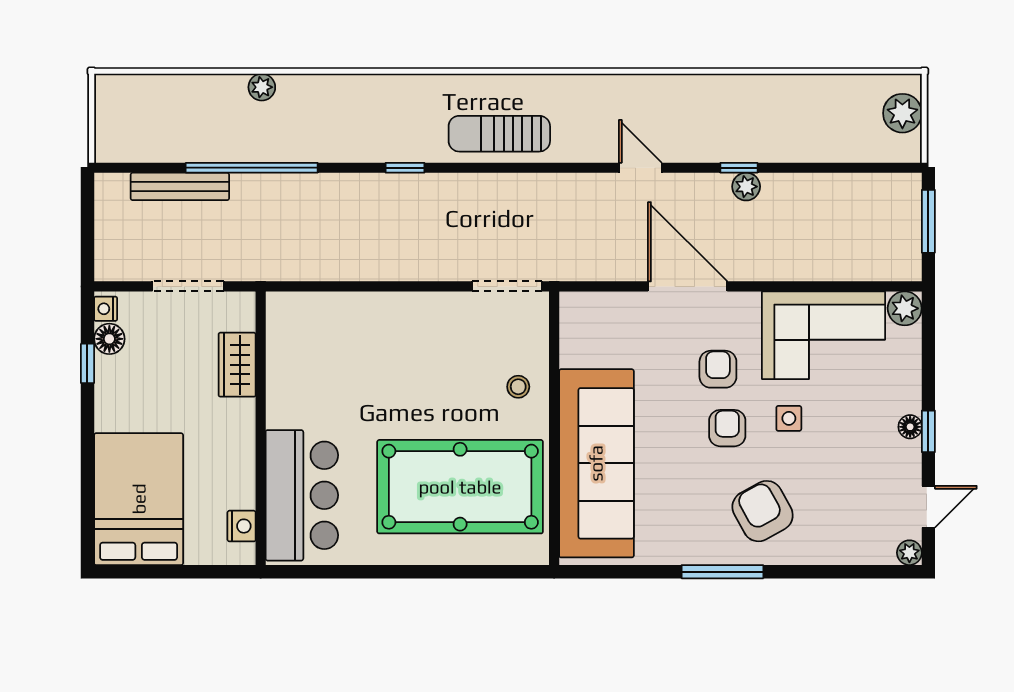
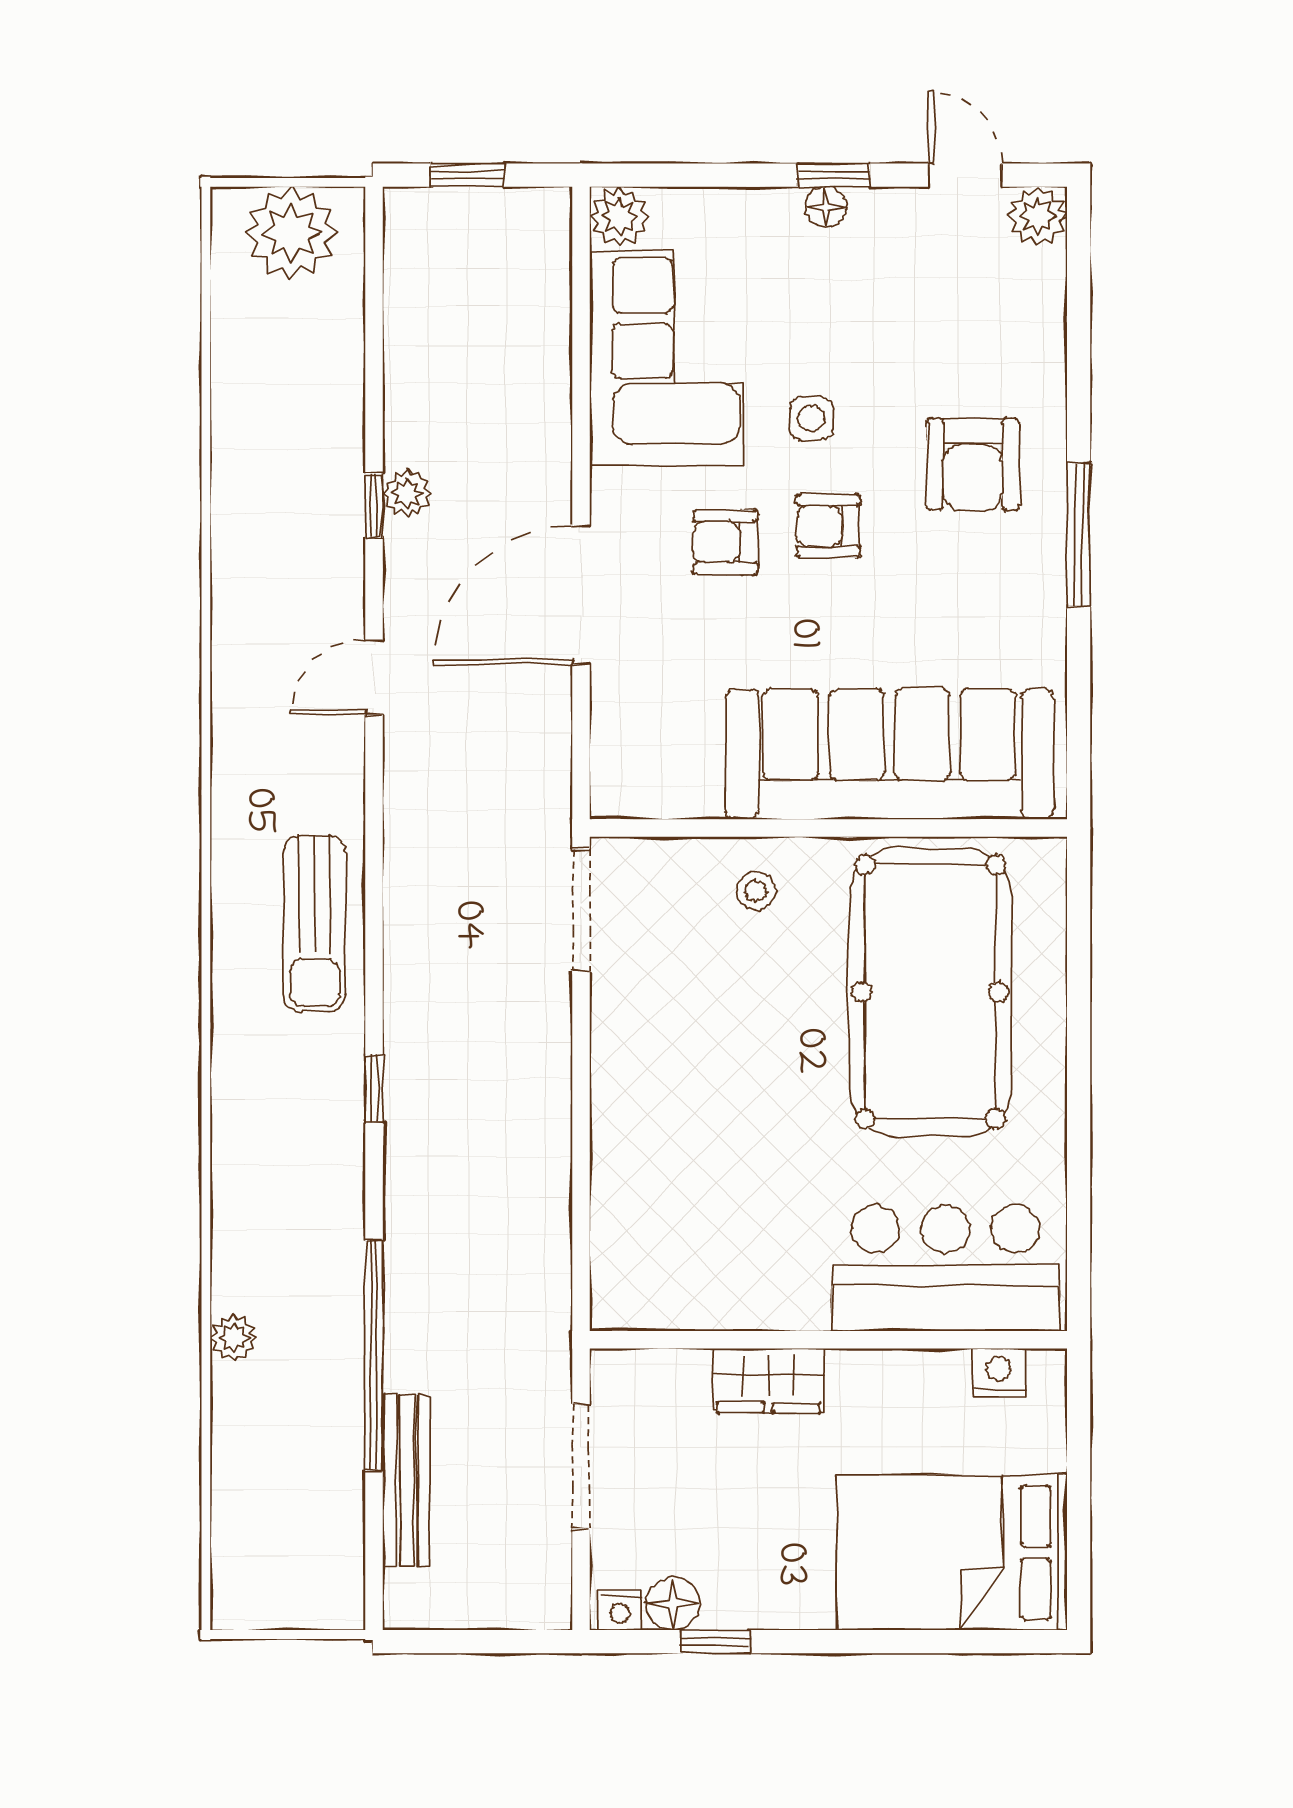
plant: (902, 113) -> (291, 233), width x1.36, depth x1.36
window: (928, 221) -> (468, 175), width x0.67
wardrobe: (237, 365) -> (769, 1381), moved
armchair: (763, 511) -> (973, 464), turned -61
plant: (909, 553) -> (1037, 216), width x1.38, depth x1.38

